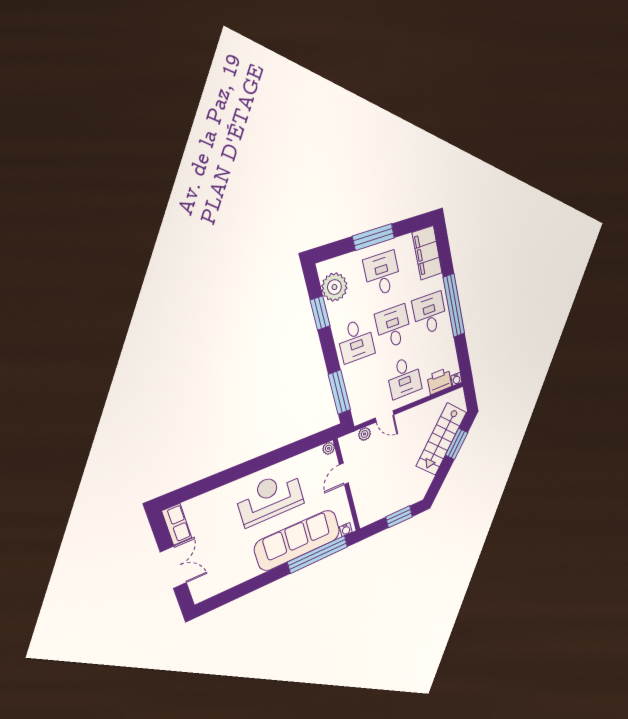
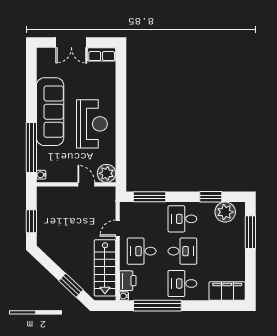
window: (374, 237) -> (250, 232), moved
desk: (382, 274) -> (223, 251), removed
window: (454, 306) -> (157, 306), moved
desk: (430, 314) -> (182, 283), turned 180
plant: (365, 434) -> (110, 209), removed
stairs: (441, 439) -> (105, 268), moved, turned -134
plant: (329, 448) -> (107, 173), width x1.88, depth x1.88
sofa: (298, 540) -> (50, 112), moved

